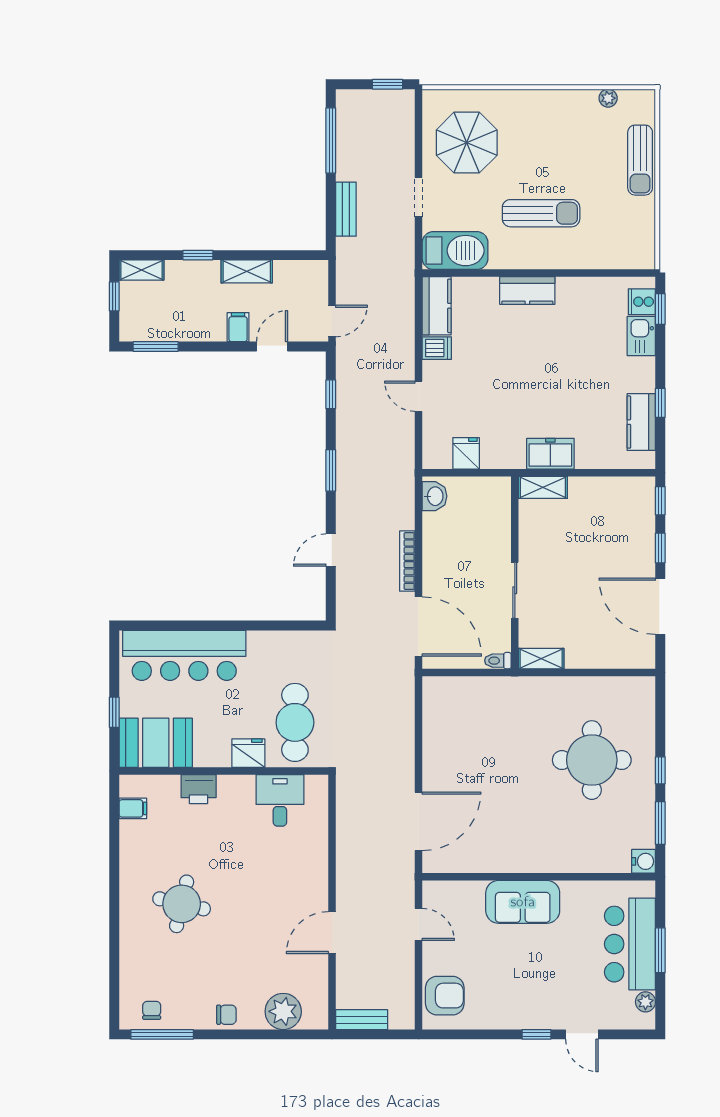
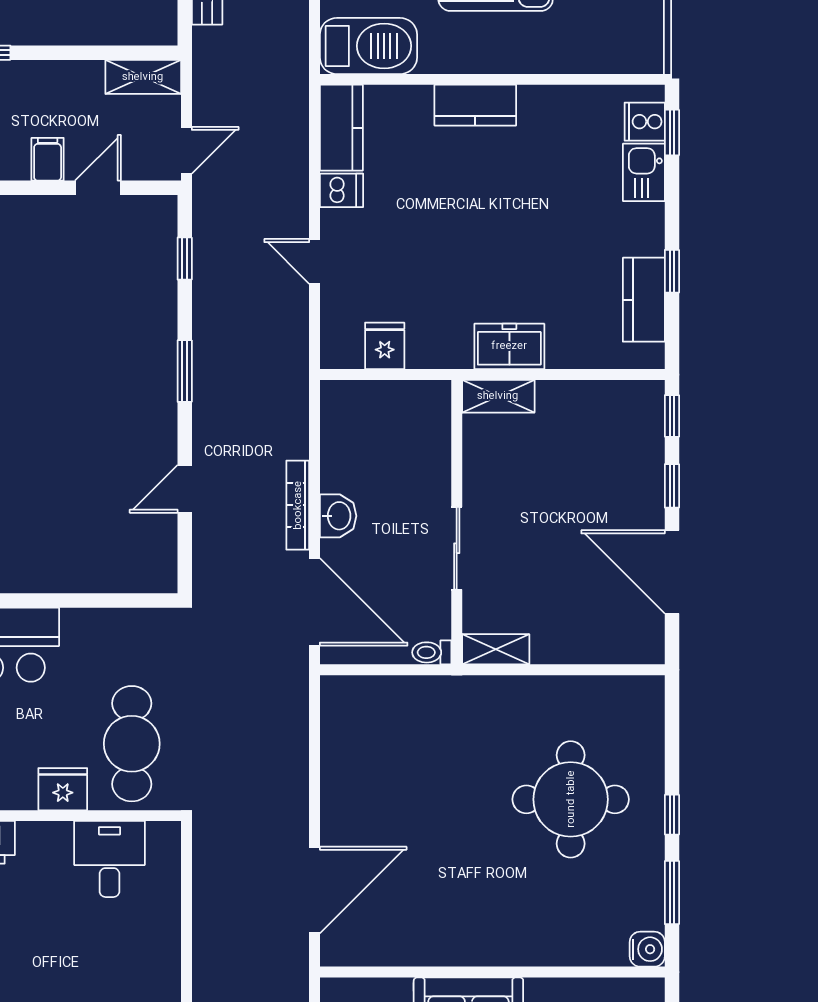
shelving: (247, 271) -> (143, 77), moved
washbasin: (434, 496) -> (338, 516), moved

